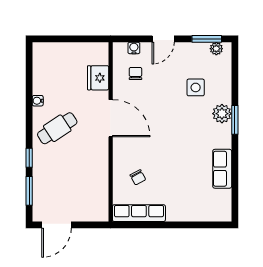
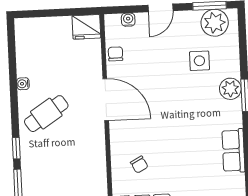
plant: (216, 49) -> (215, 23), width x1.88, depth x1.88
chair: (135, 73) -> (115, 54), moved
fridge: (98, 78) -> (86, 27), moved, turned -90

